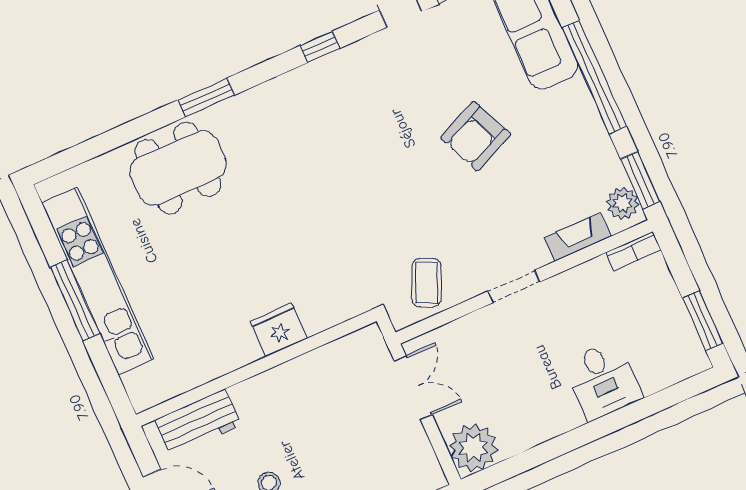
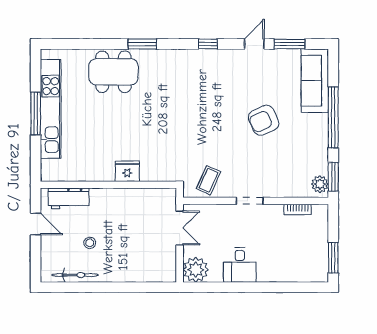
fireplace: (578, 237) -> (291, 191), removed
bookcase: (634, 251) -> (298, 209), moved
desk: (603, 380) -> (240, 265), moved

